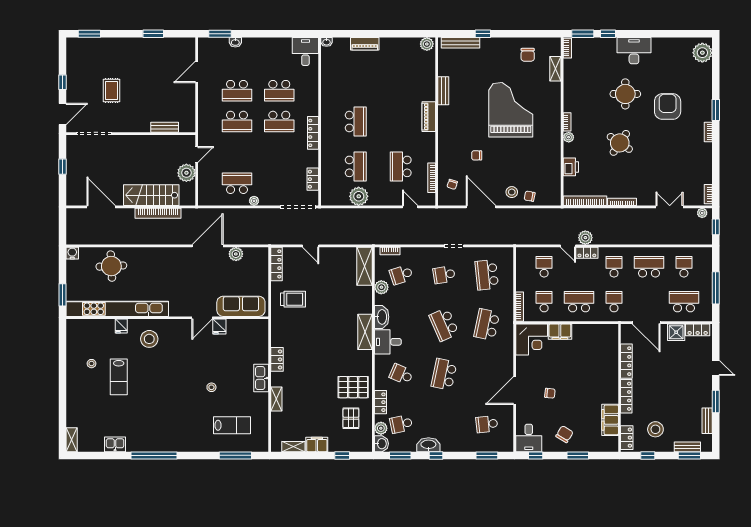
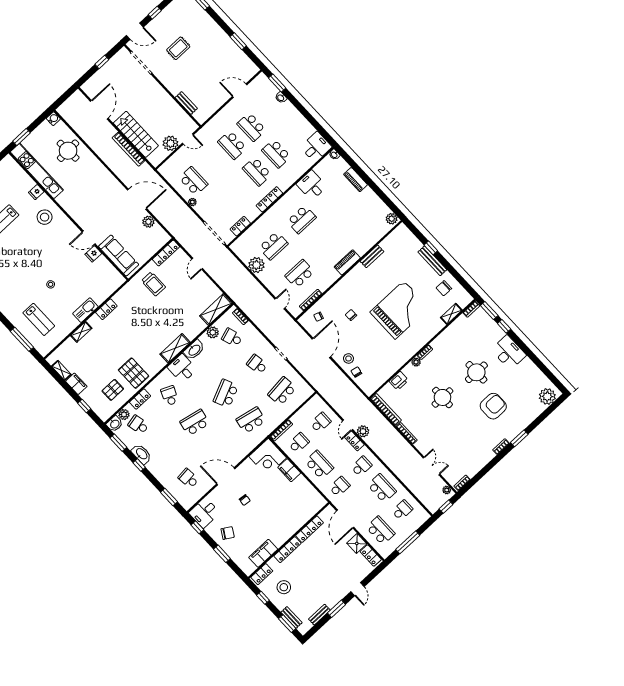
bench: (460, 43) -> (432, 261), moved
desk: (335, 86) -> (312, 185), added
round table: (620, 143) -> (442, 397), turned -34
kitchen unit: (117, 309) -> (37, 171), width x0.73

